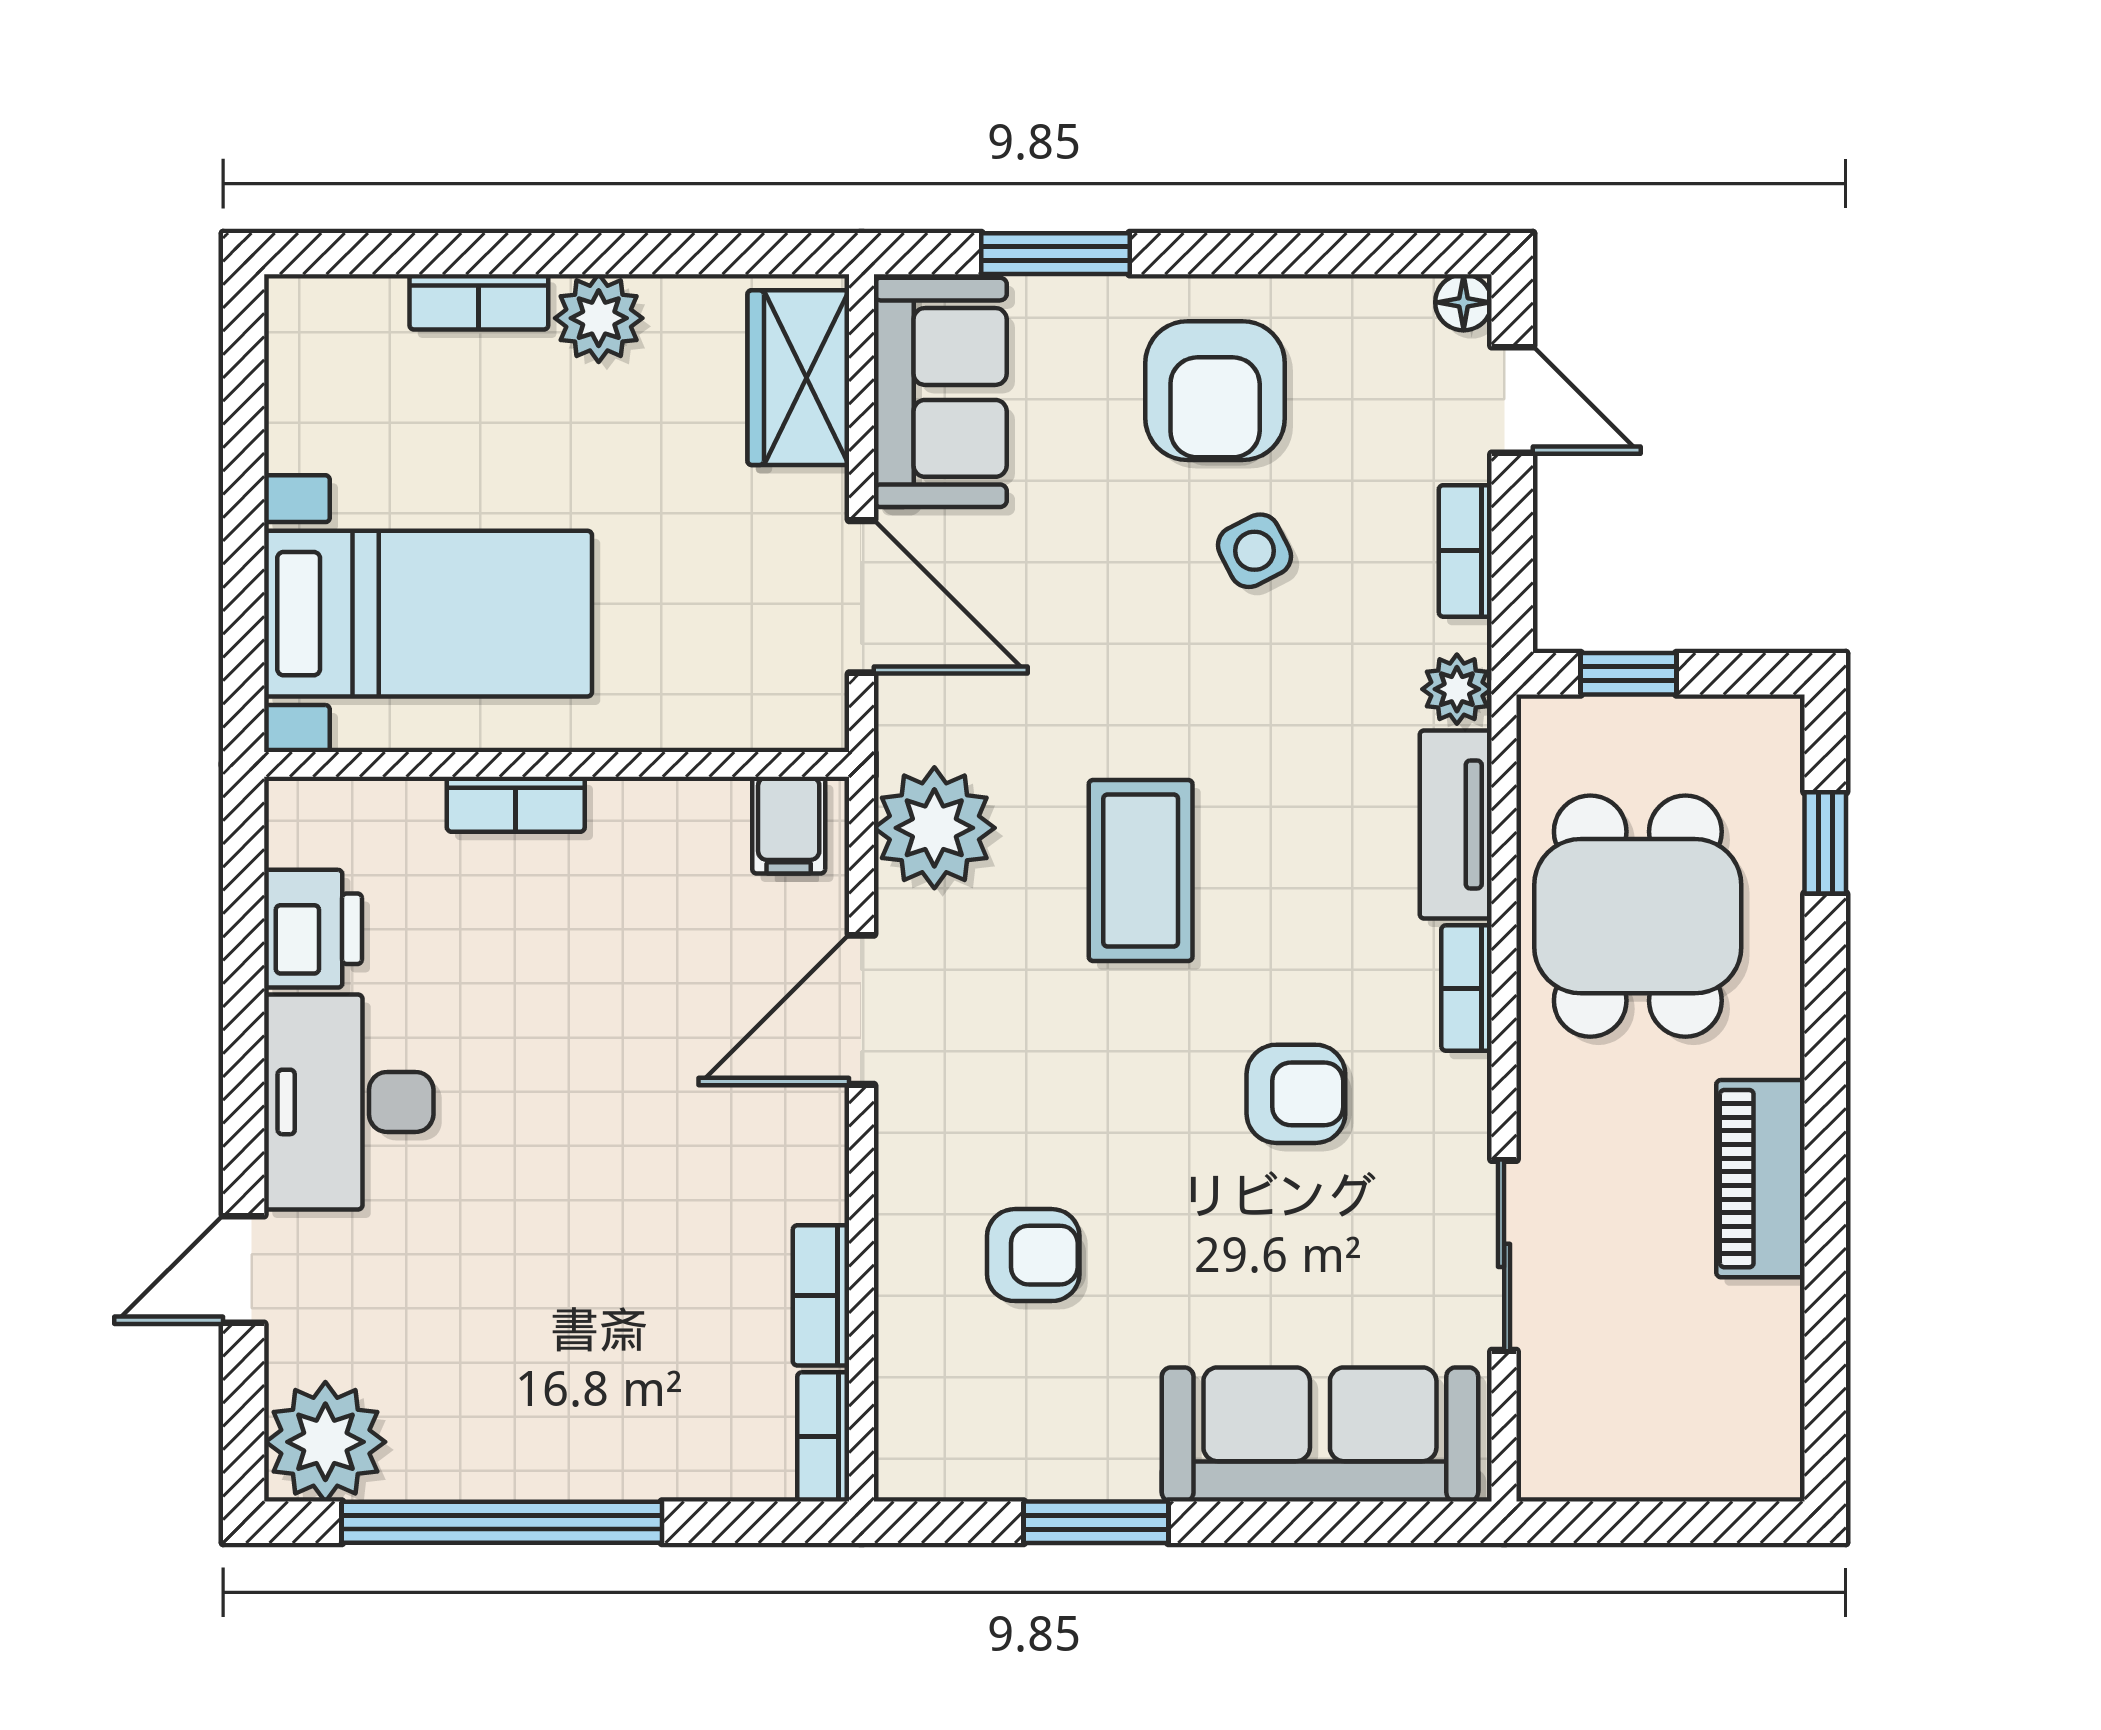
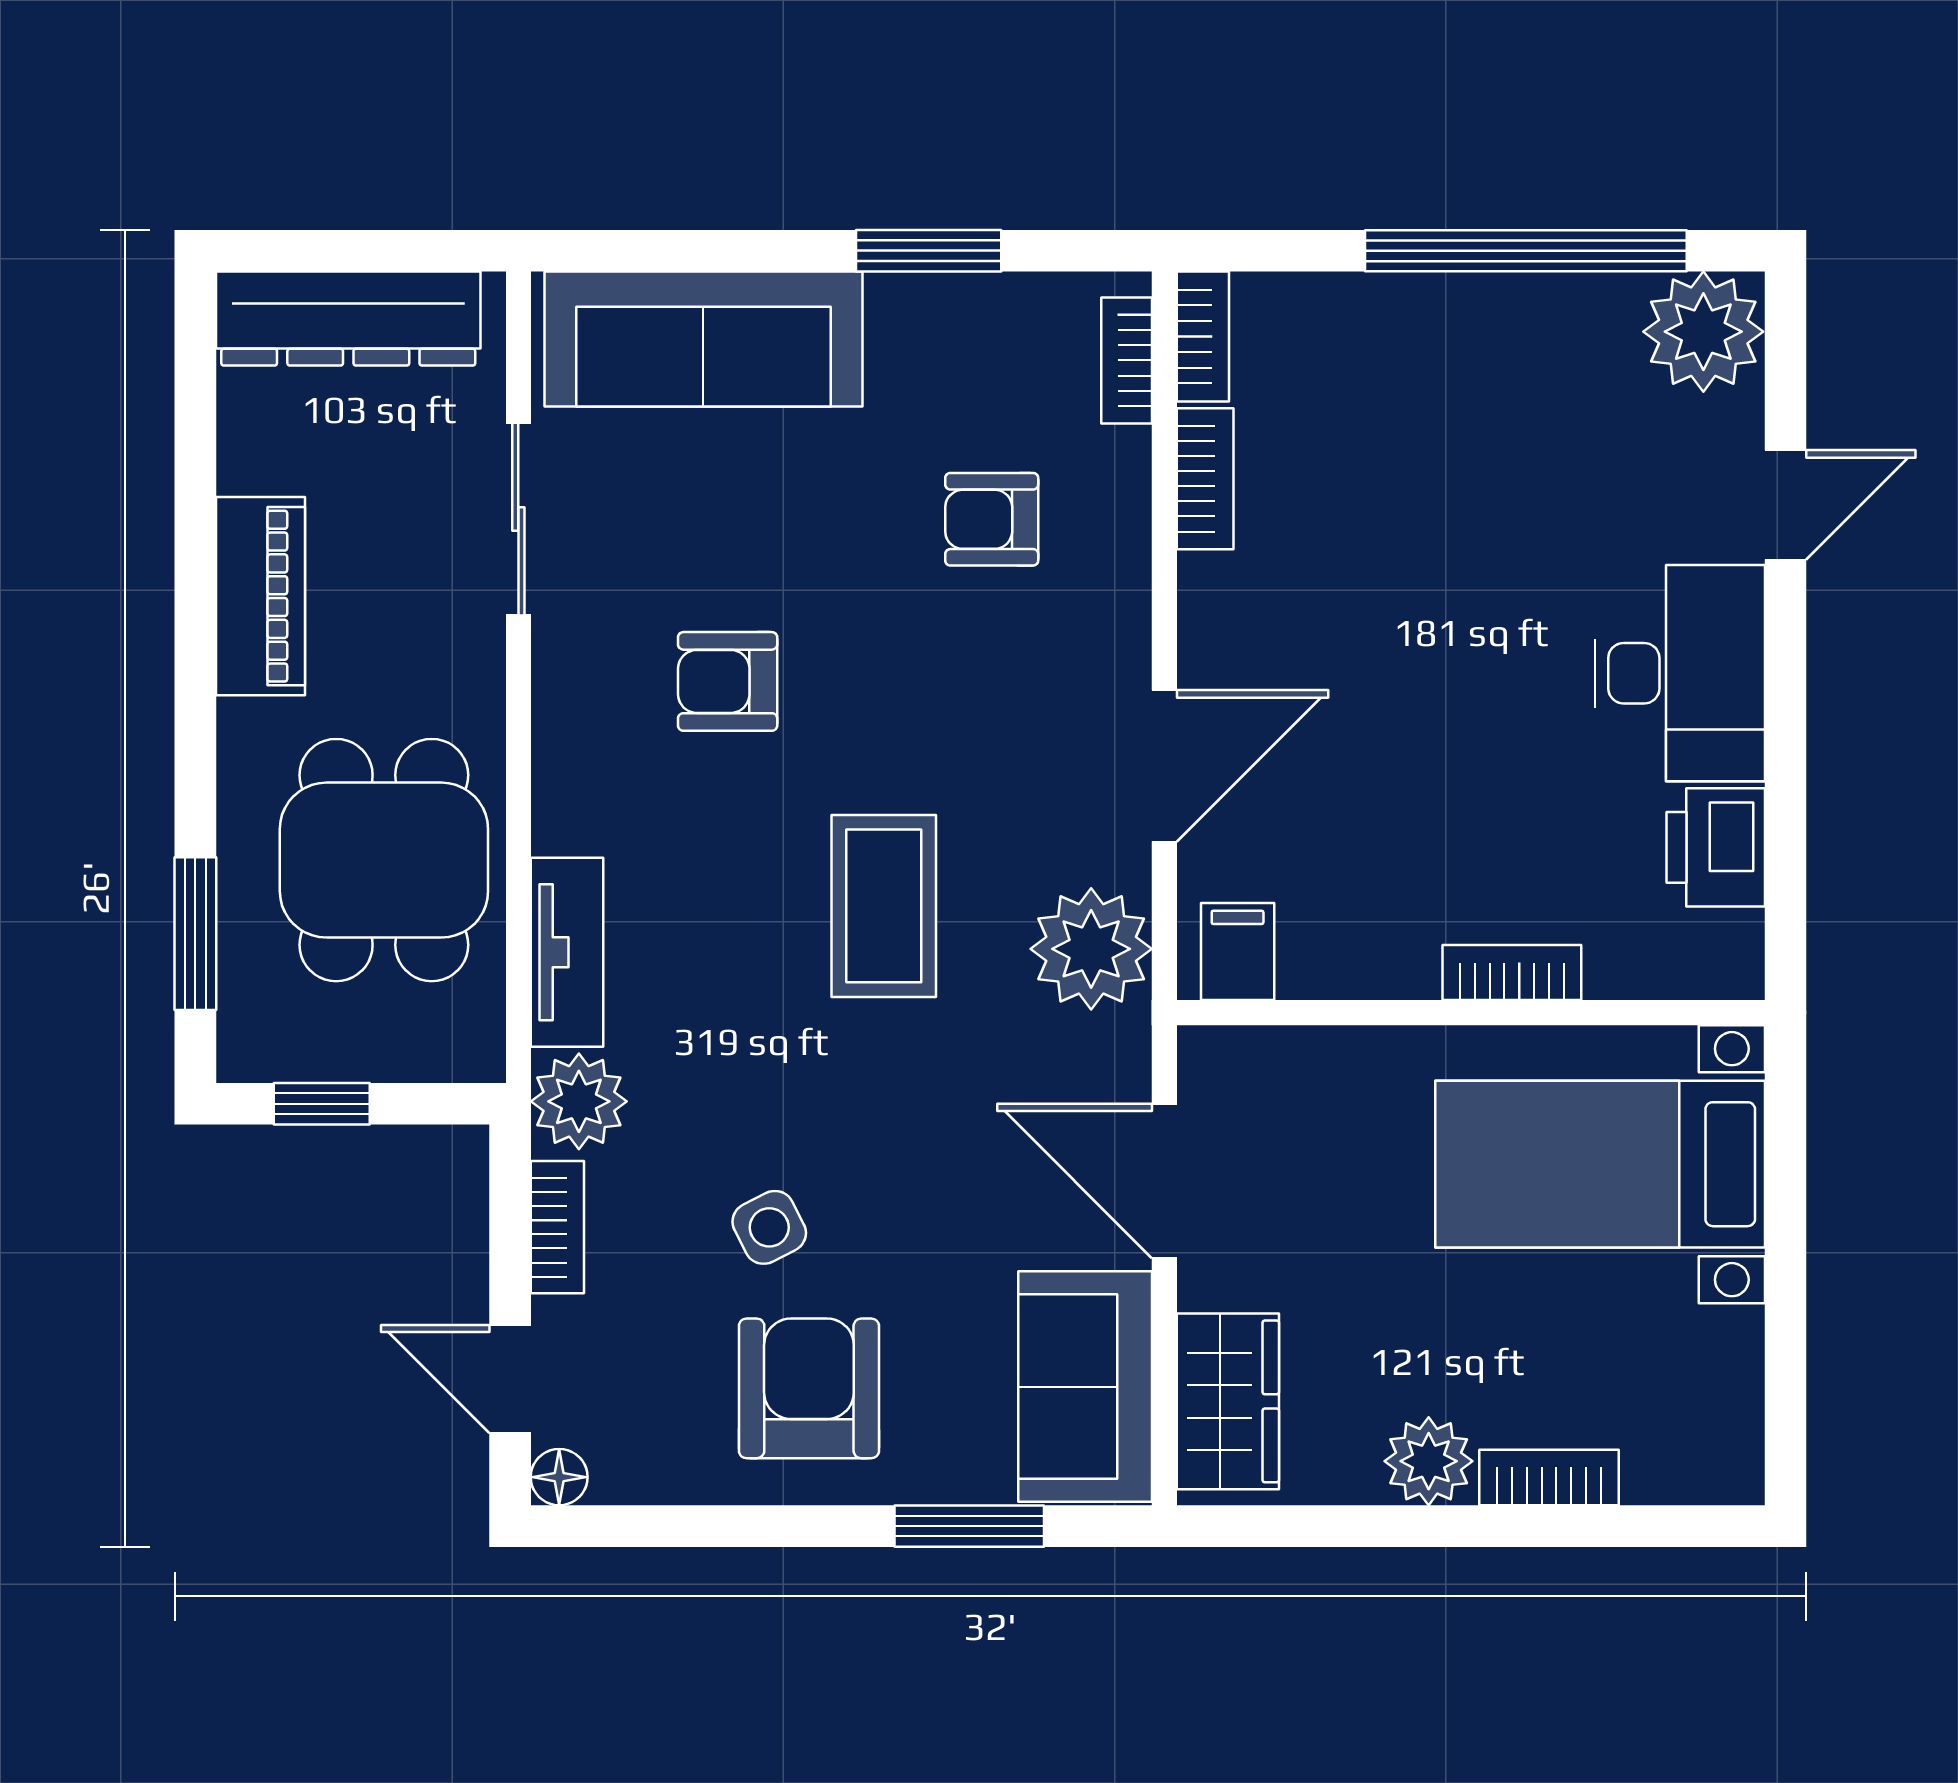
window: (1628, 674) -> (322, 1104), moved
plant: (1457, 689) -> (579, 1101), width x1.38, depth x1.38
window: (1825, 843) -> (195, 934), width x1.50
bookcase: (1467, 988) -> (1127, 360), moved, turned 180
dresser: (1673, 1455) -> (348, 319), added

